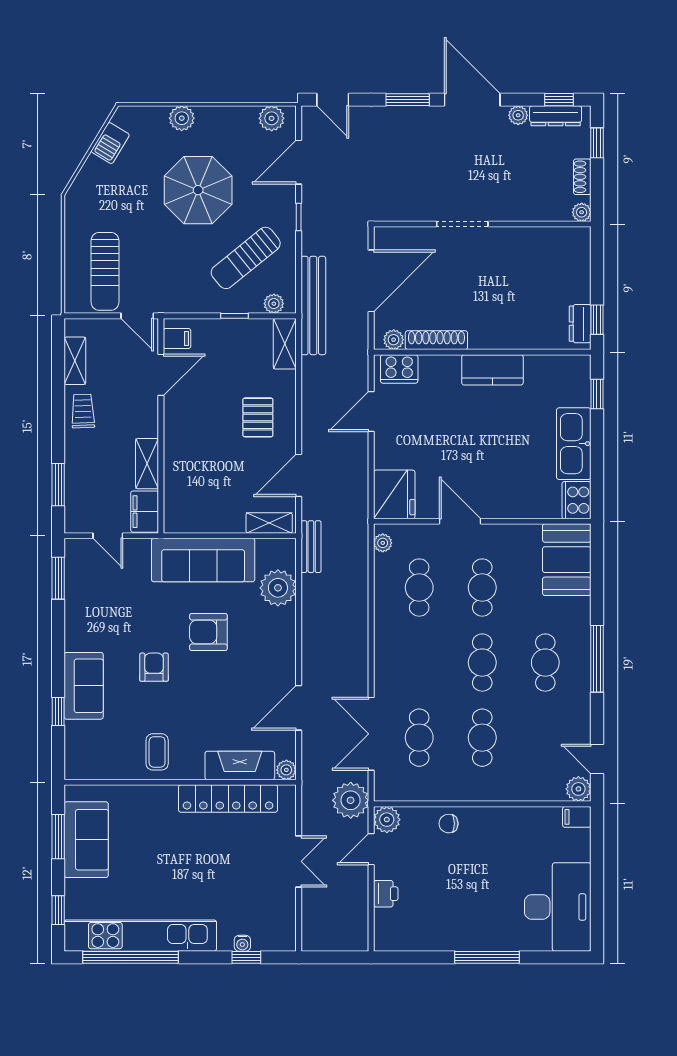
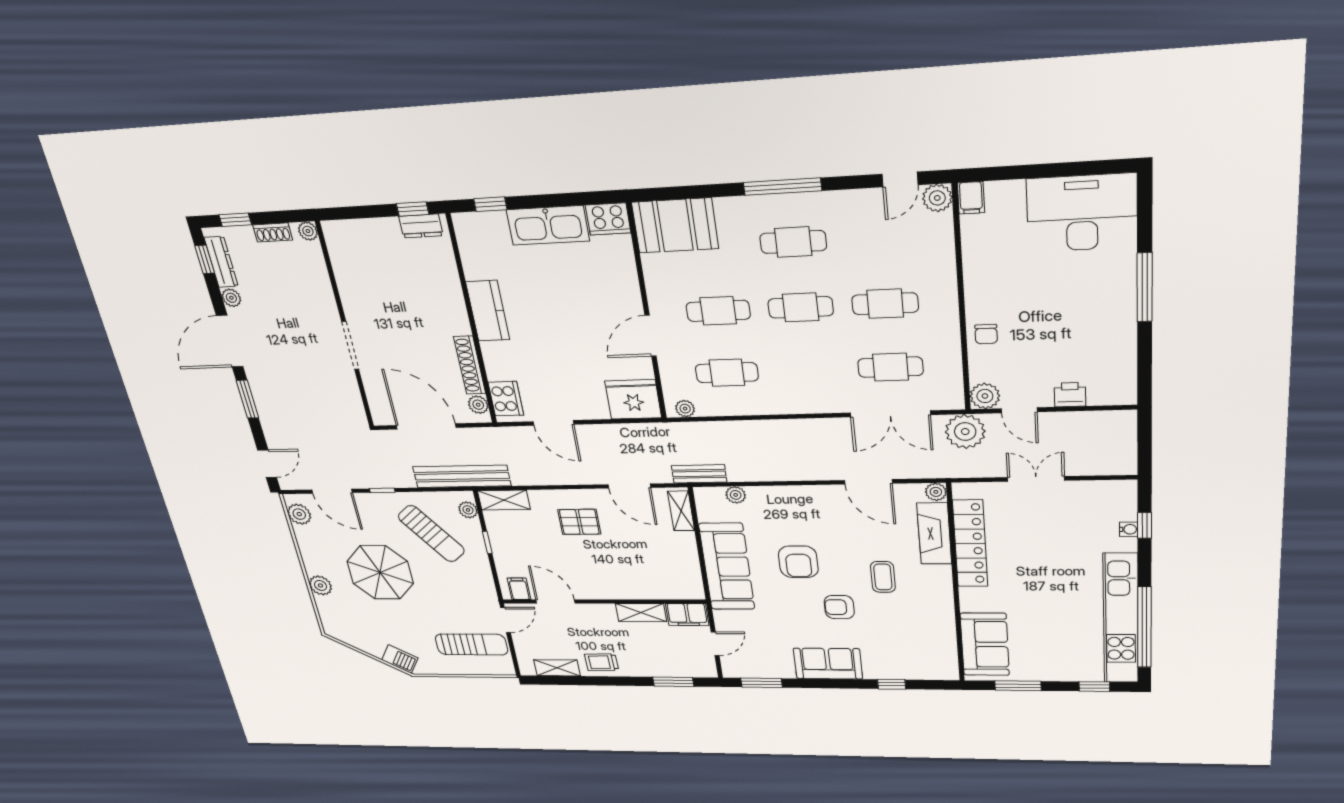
barbecue: (110, 143) -> (400, 659), moved
plant: (278, 588) -> (736, 495), width x0.53, depth x0.53
sofa: (84, 686) -> (828, 664), moved
coffee table: (157, 752) -> (883, 577), moved, turned 90
sofa: (86, 840) -> (985, 644), moved, turned 90

